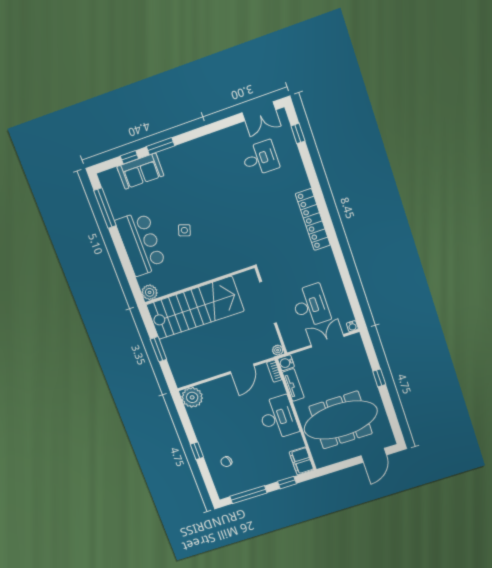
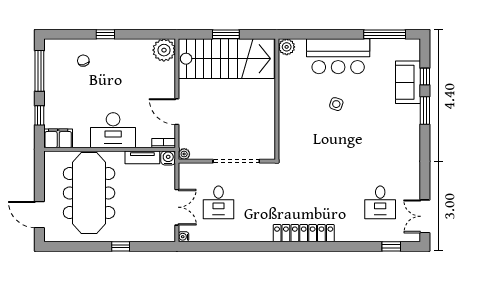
desk: (311, 306) -> (219, 202), width x0.73
stairs: (195, 308) -> (226, 59), moved, turned -90

